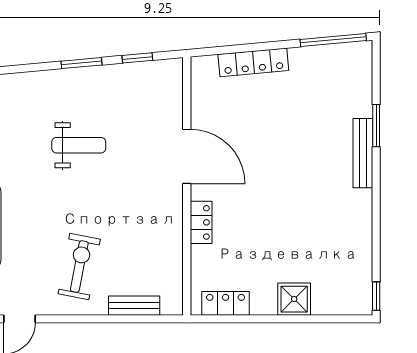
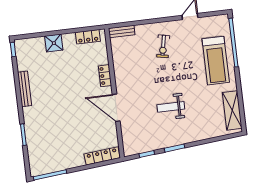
locker: (253, 62) -> (102, 156), moved
bench: (363, 153) -> (25, 89), moved
exercise bike: (79, 266) -> (163, 46), width x0.73, depth x0.72
bench: (134, 306) -> (122, 32), moved

